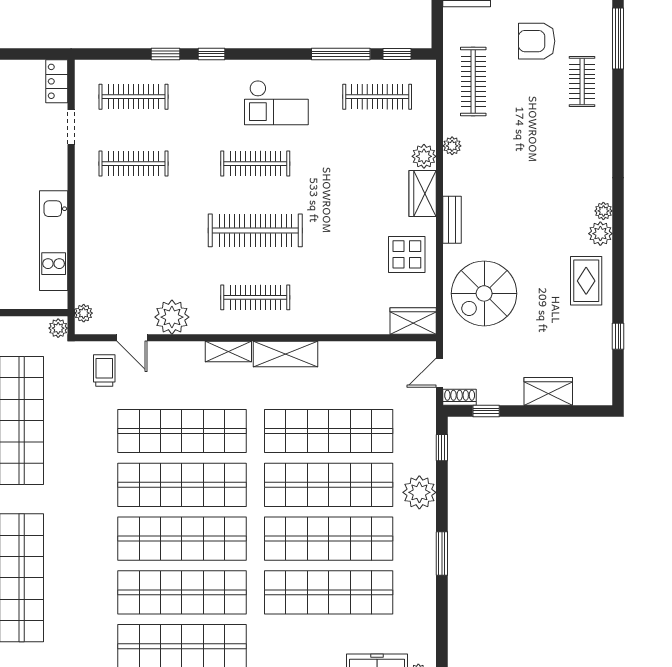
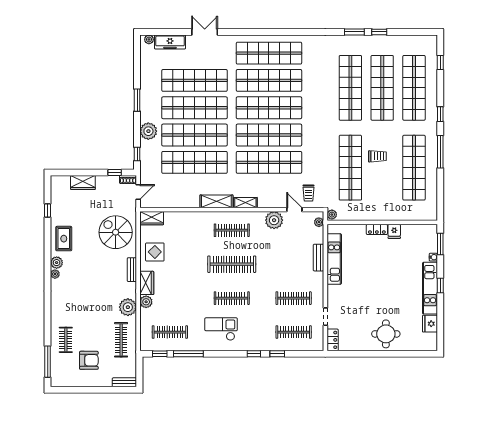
plant: (452, 146) -> (128, 307), width x1.87, depth x1.87
bench: (85, 243) -> (318, 258), added
spiral stairs: (484, 293) -> (116, 232), turned -90

